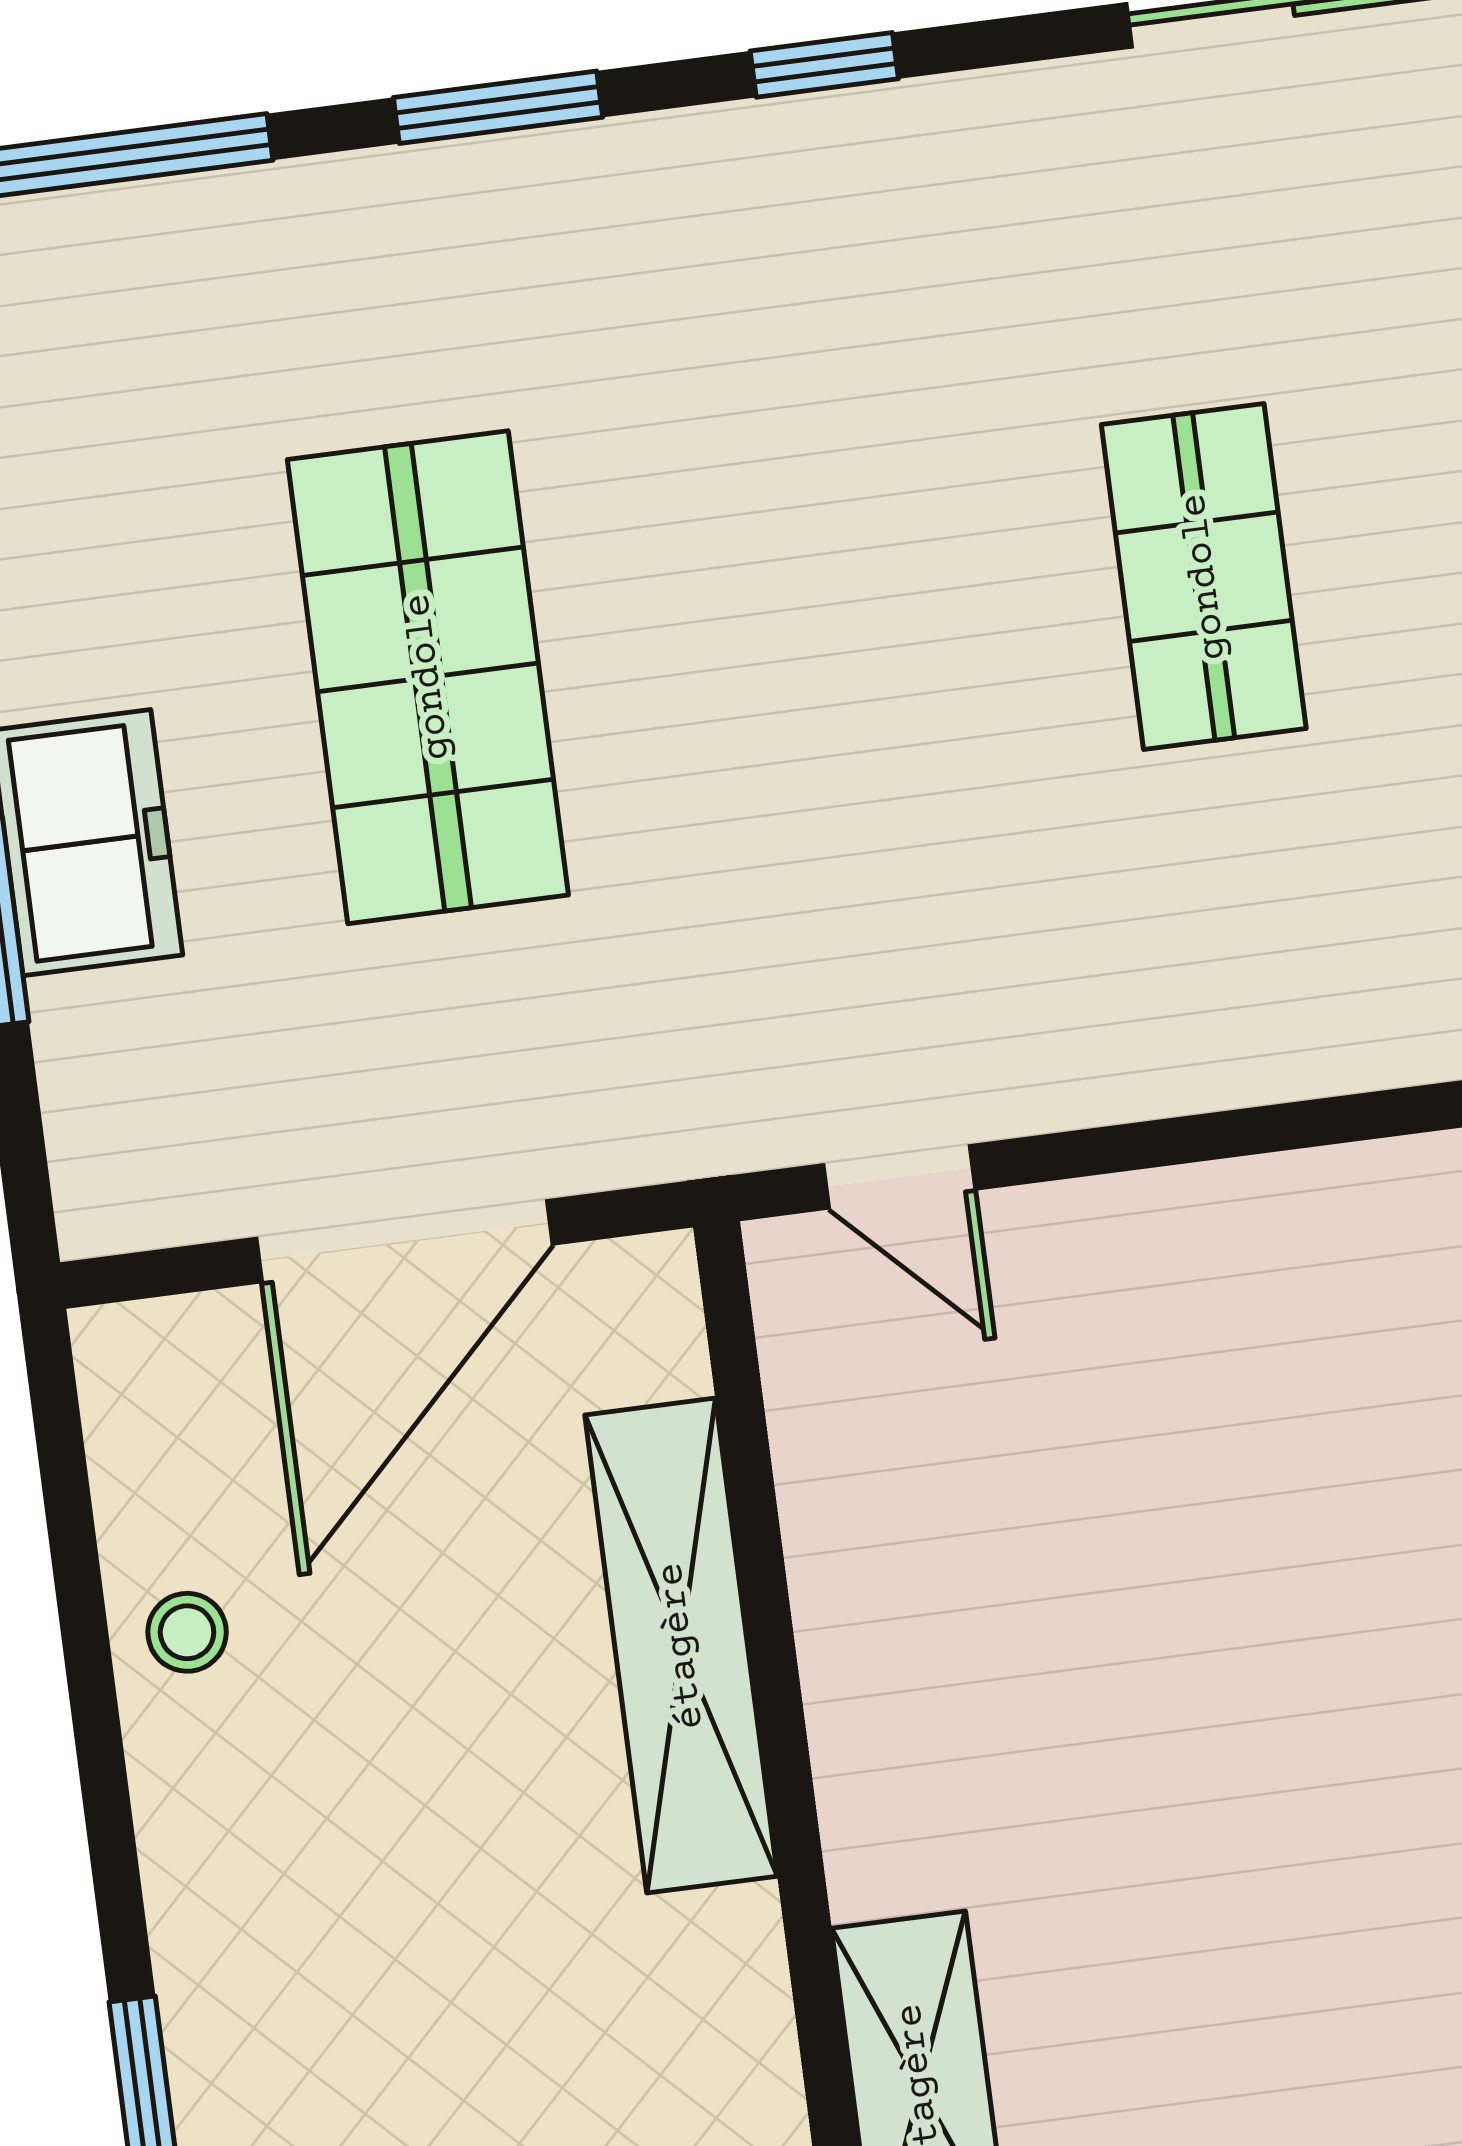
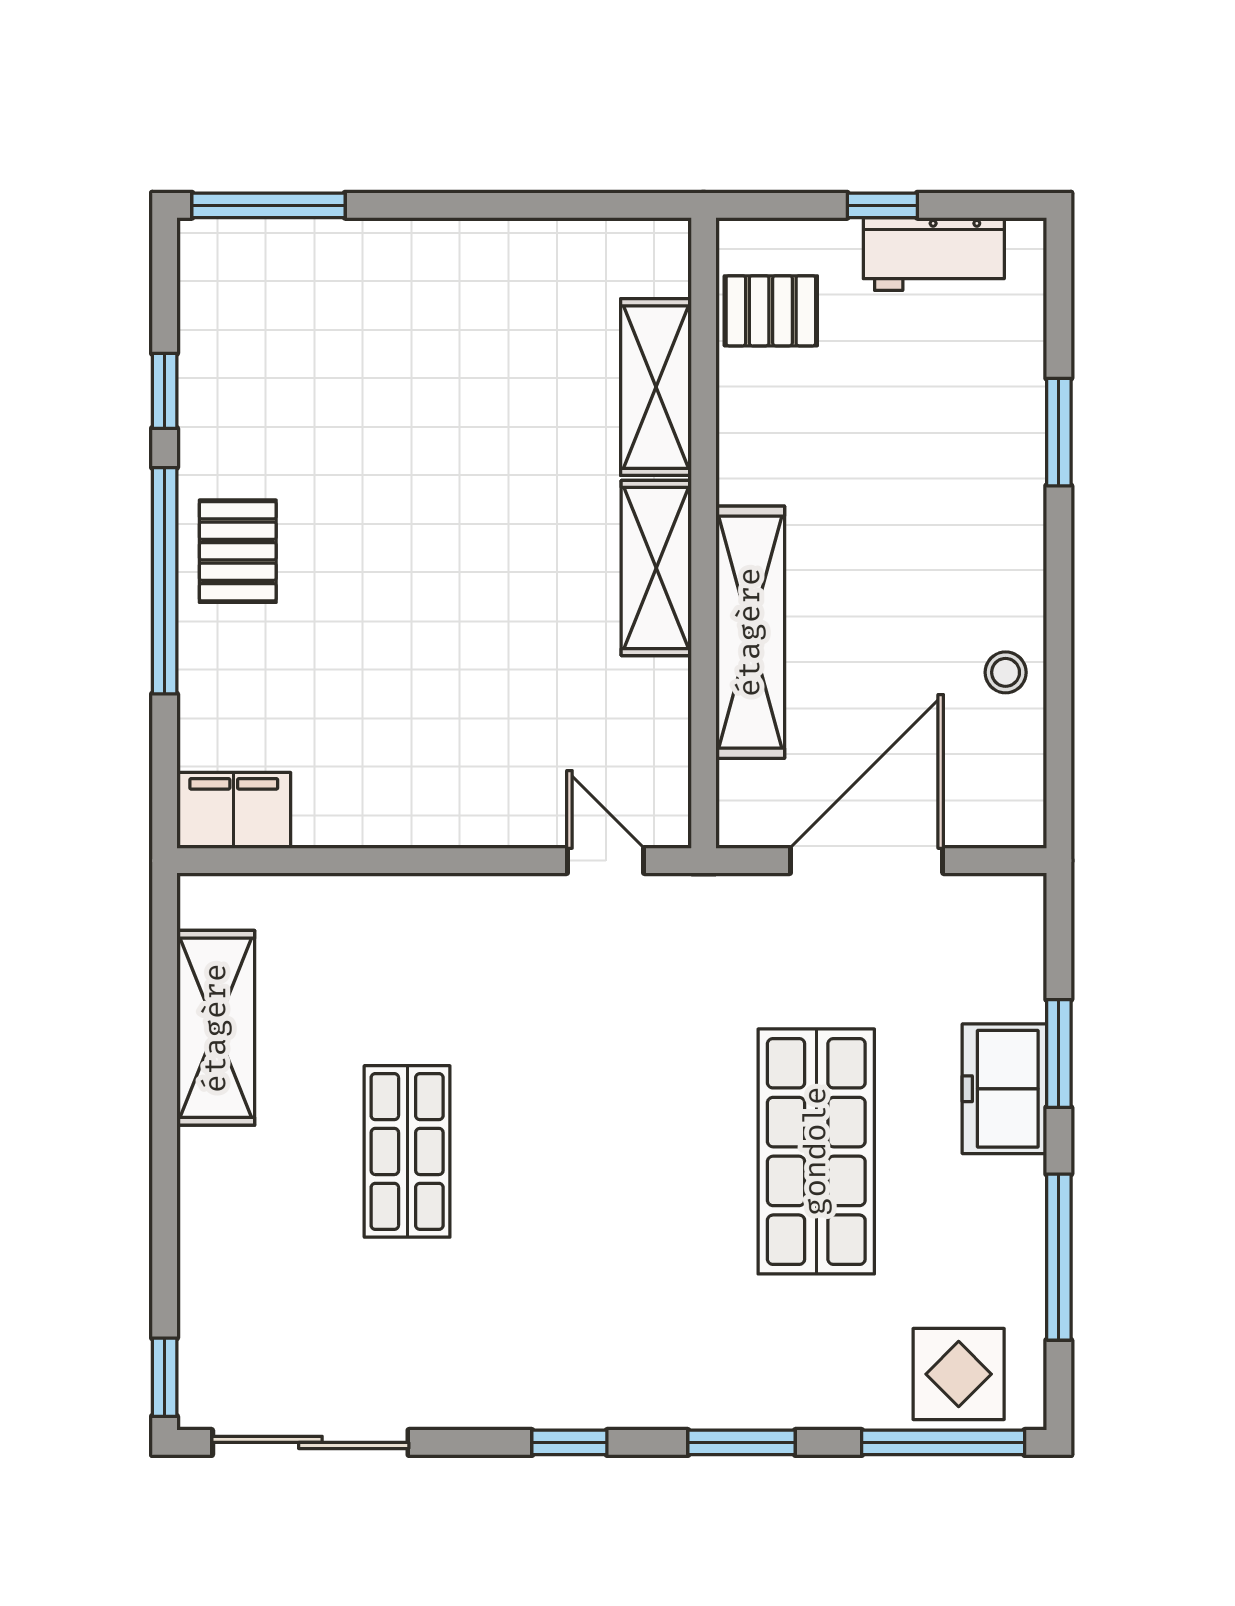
display table: (103, 290) -> (959, 1374), added
shelving: (875, 1744) -> (656, 568), added

